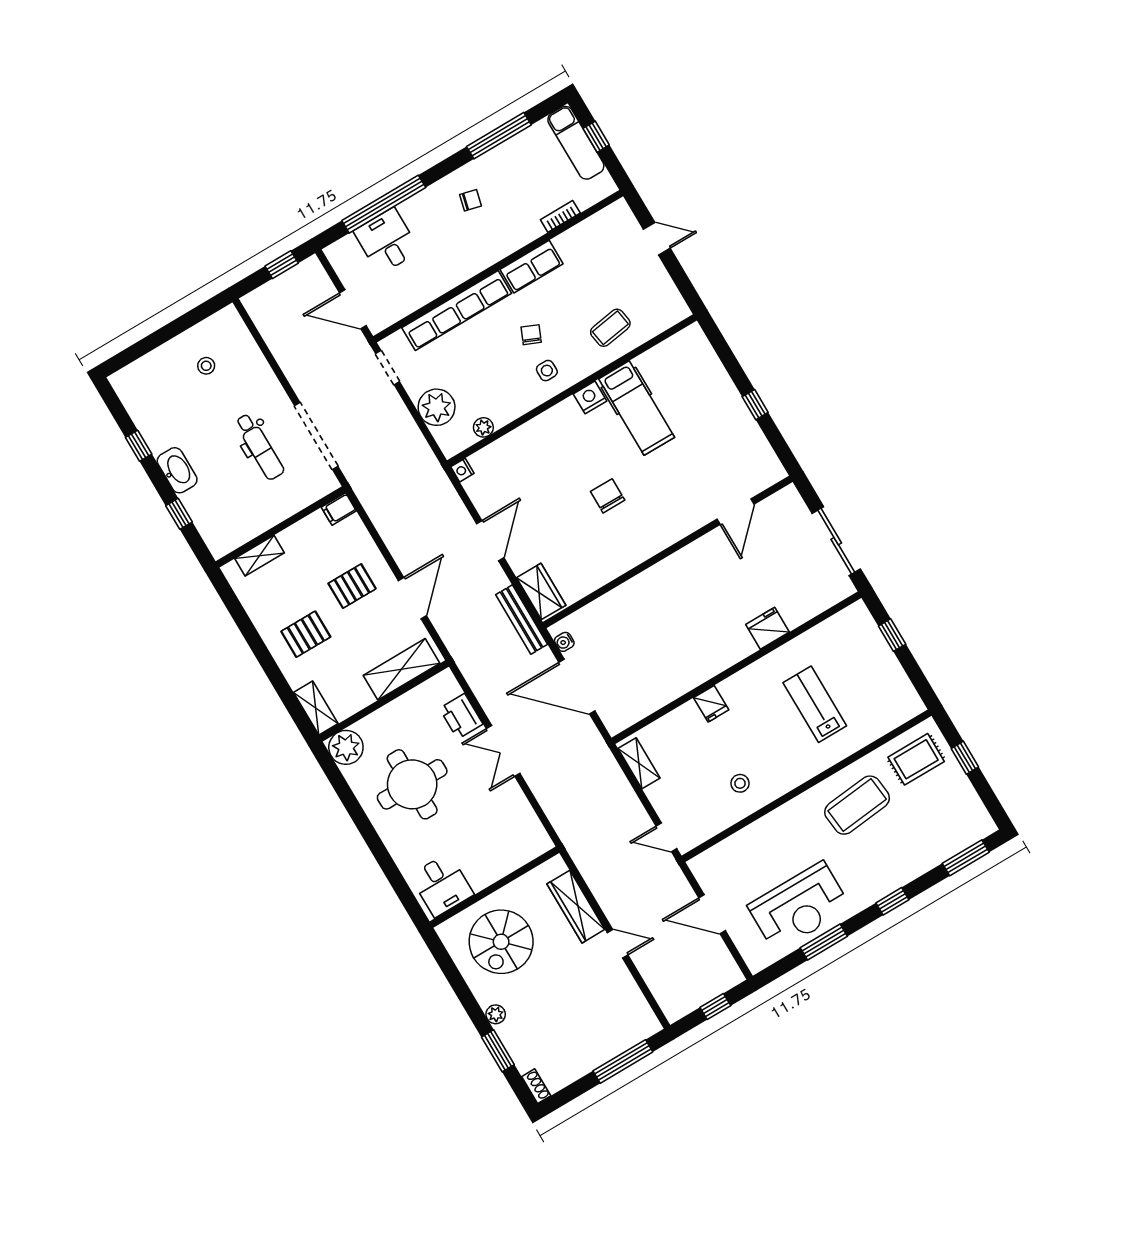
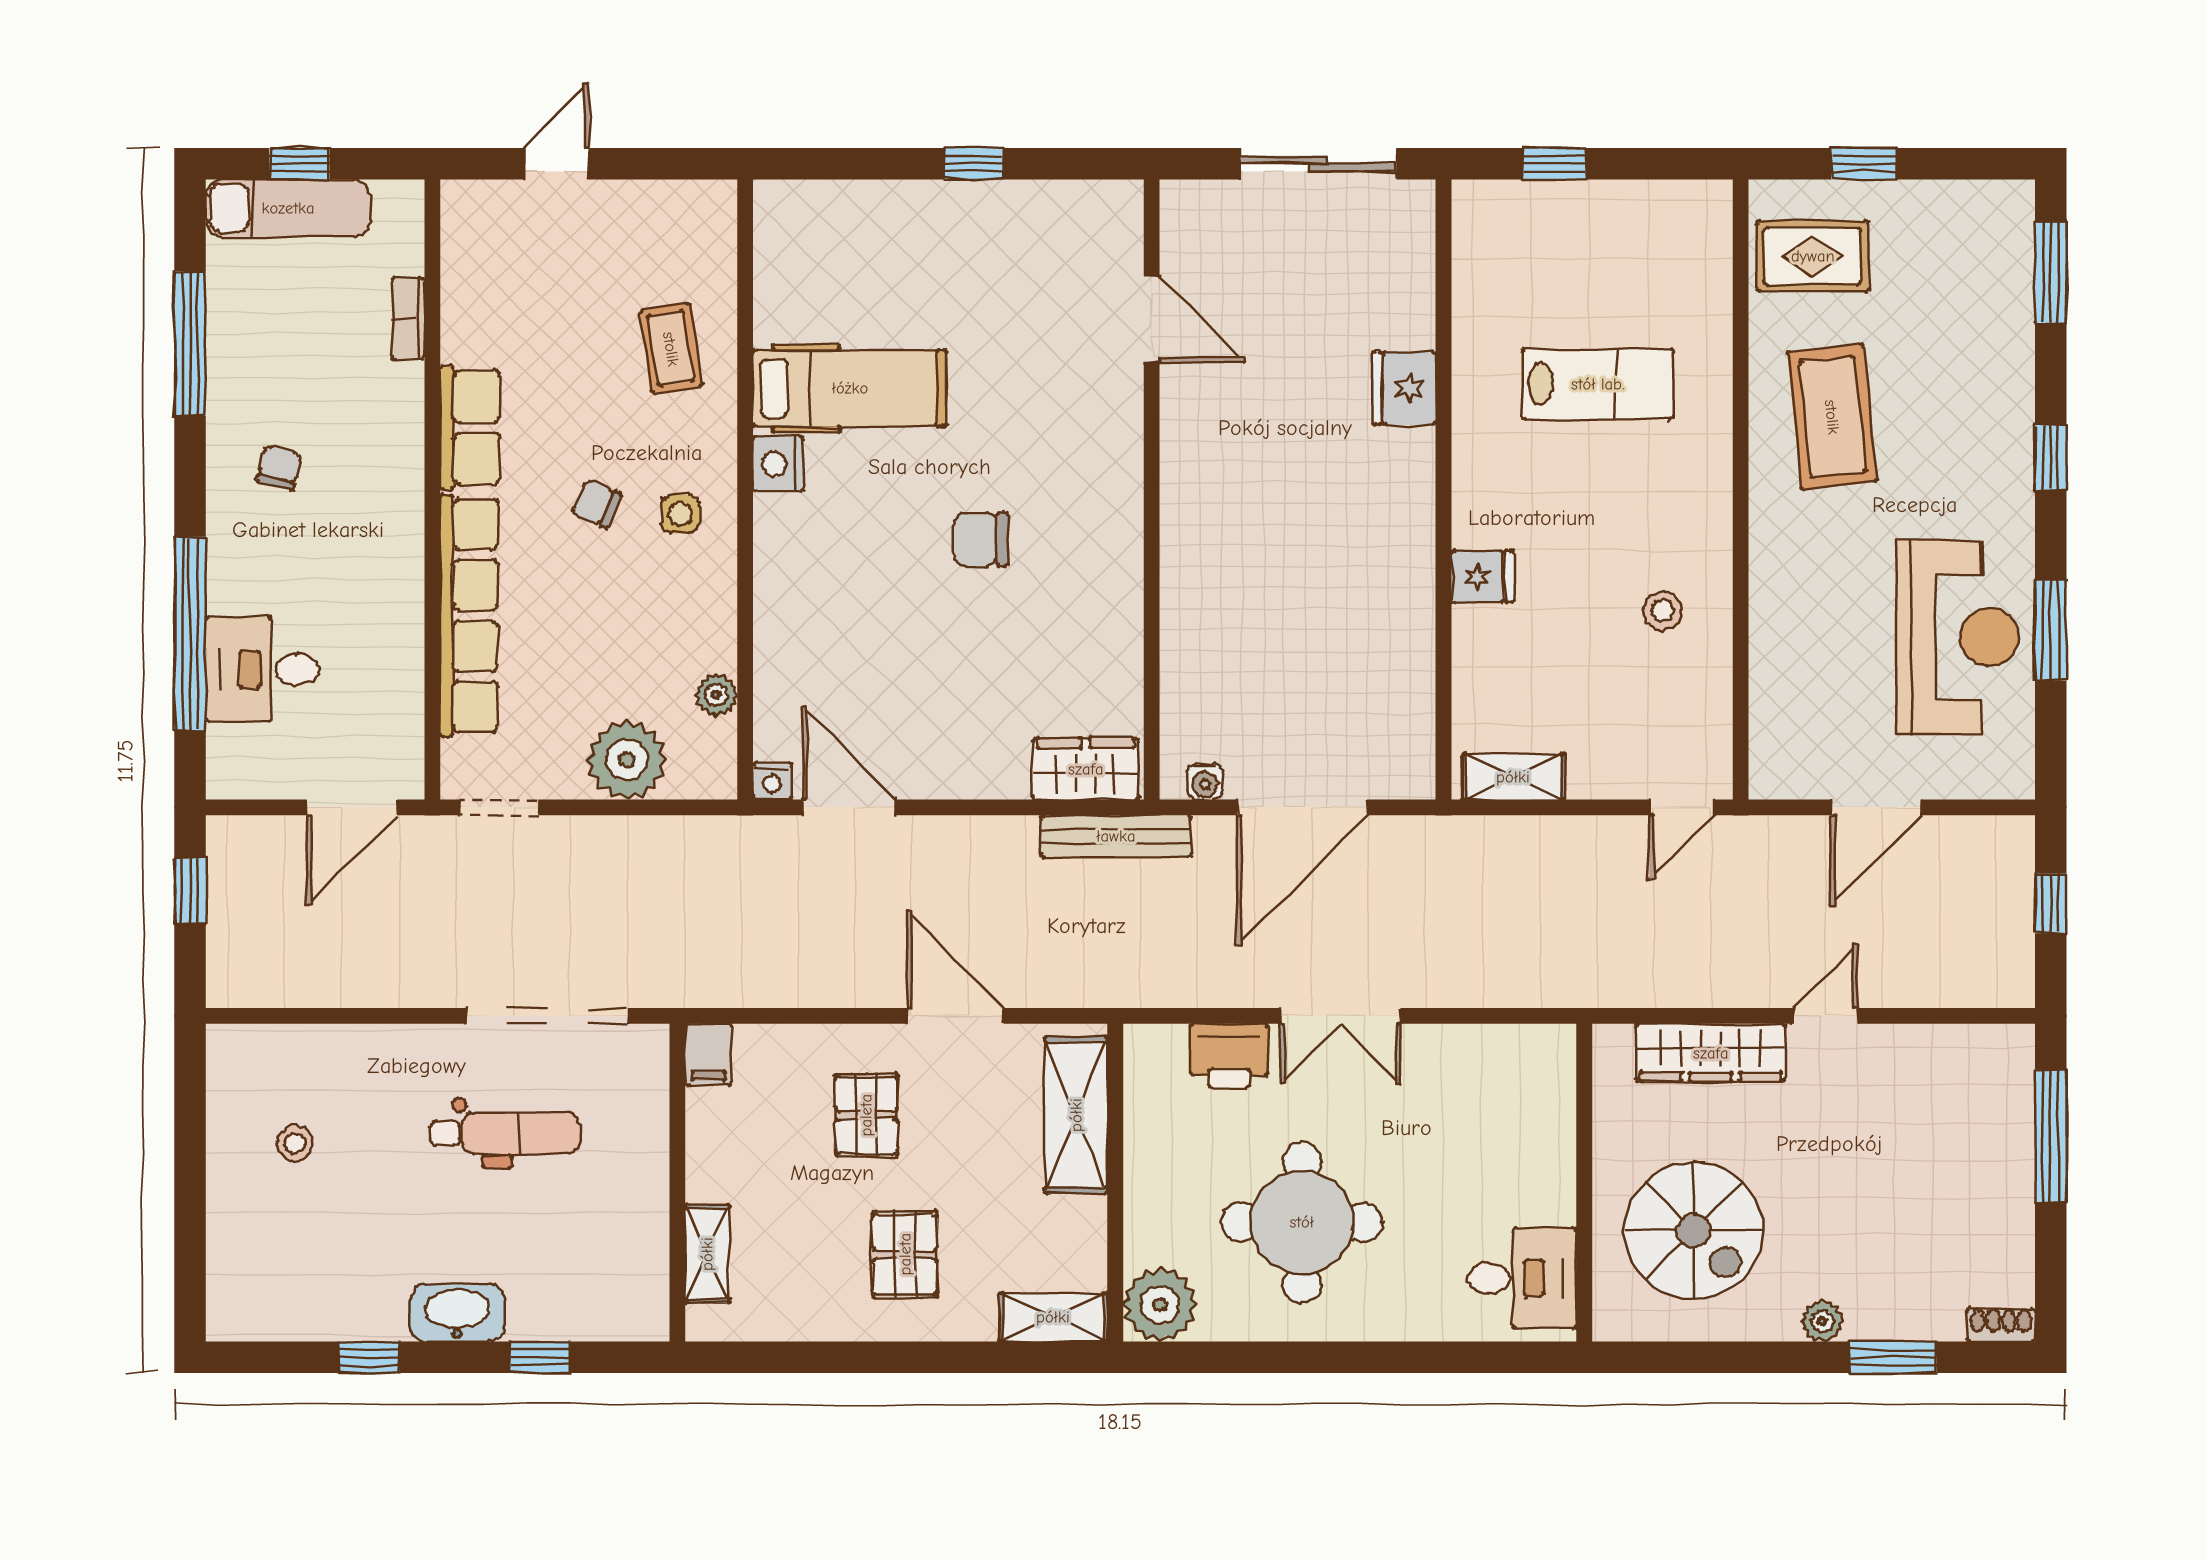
door: (490, 541) -> (849, 807), moved
lab bench: (815, 704) -> (1598, 384), turned 180
rug: (916, 759) -> (1813, 256), turned 90

